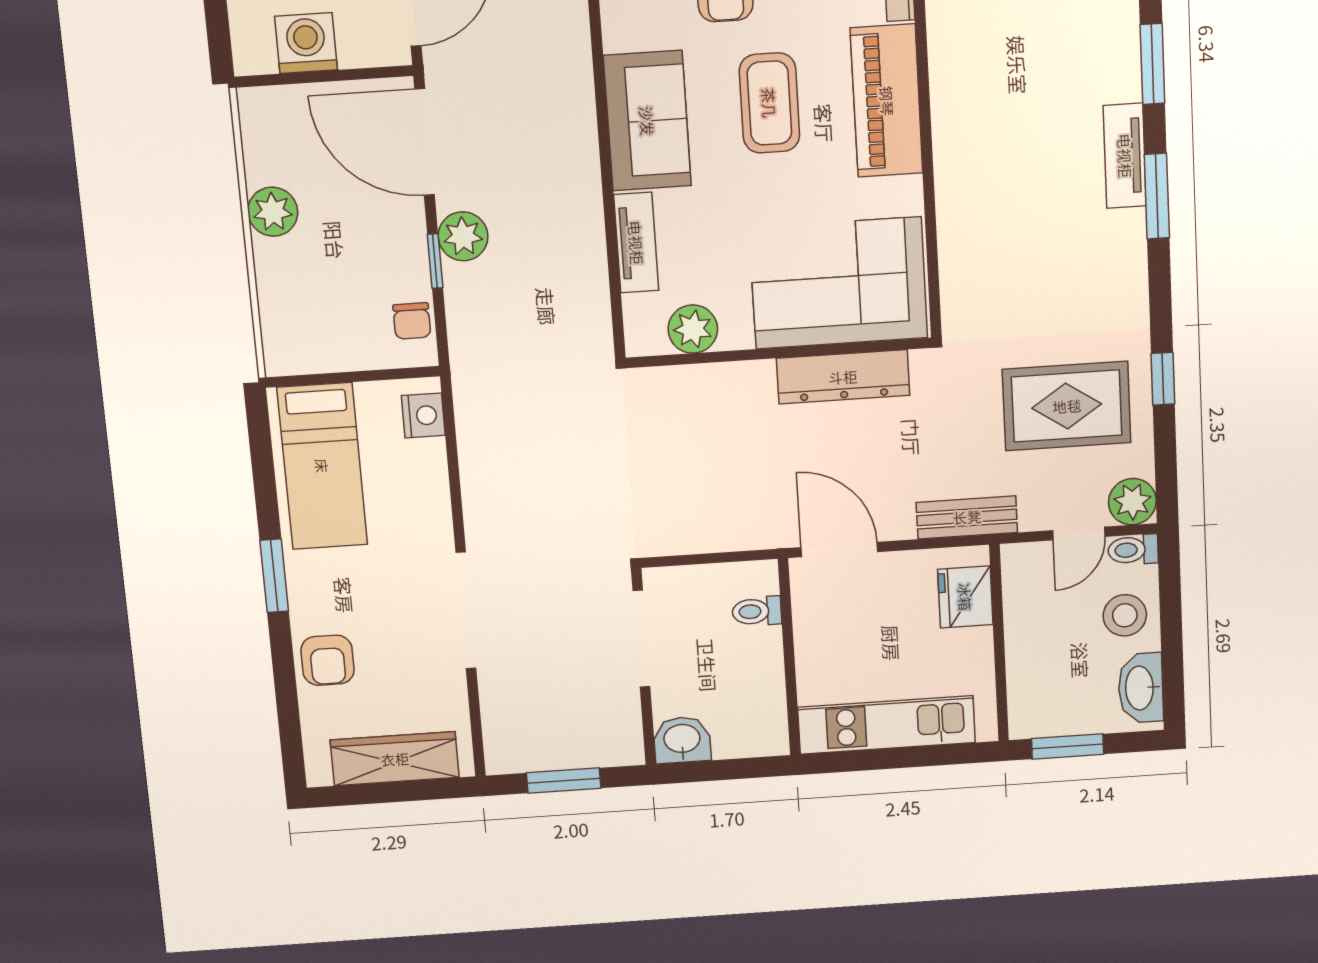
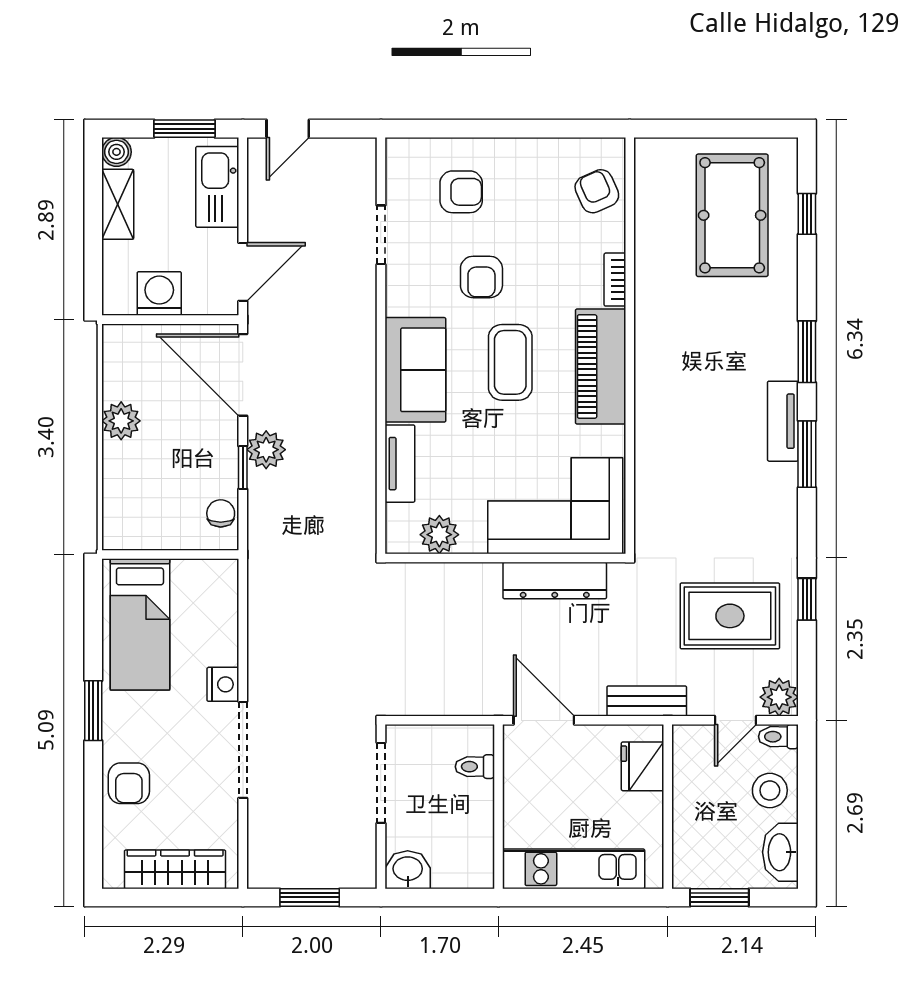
chair: (412, 321) -> (221, 513), turned 180
nightstand: (423, 415) -> (223, 684), moved

